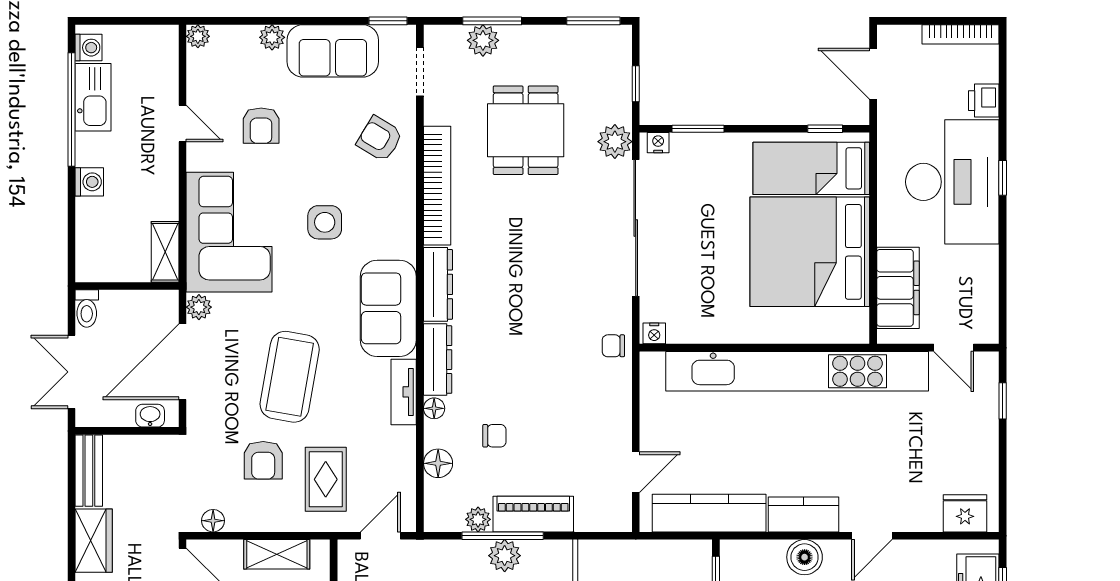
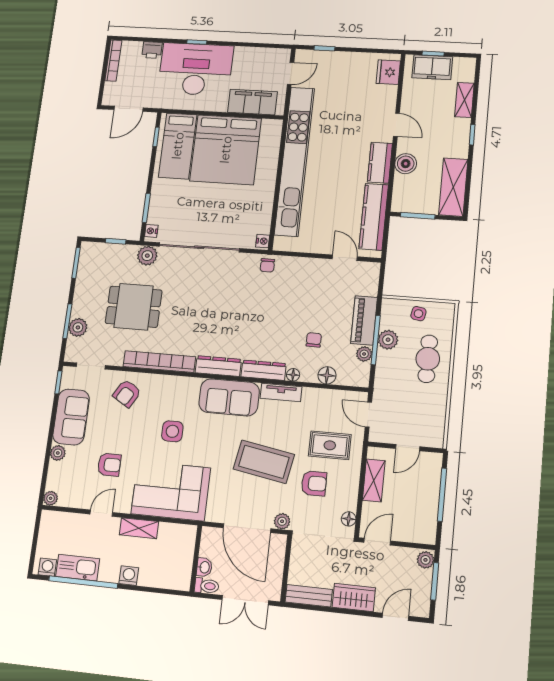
shelving: (165, 252) -> (139, 528), moved
plant: (199, 307) -> (282, 521), moved
washbasin: (150, 416) -> (204, 567), moved, turned 180

